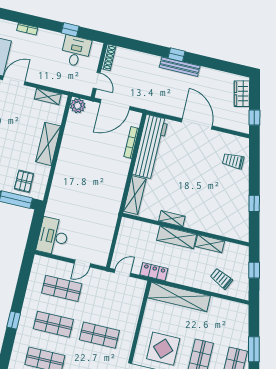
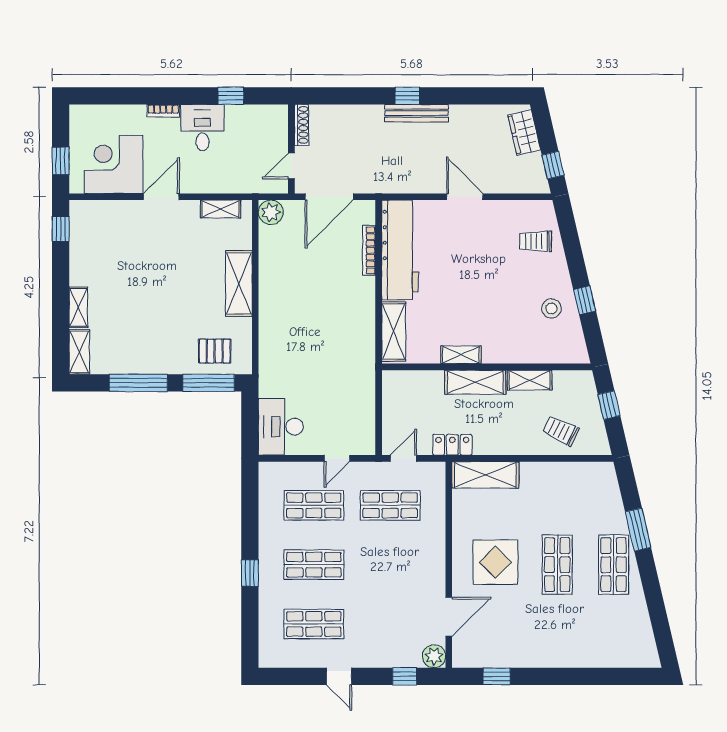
desk: (76, 51) -> (202, 127), moved
door: (97, 81) -> (291, 166), swing flipped
door: (197, 124) -> (465, 197), width x0.73
pallet: (24, 181) -> (215, 351), turned 90
stool: (233, 204) -> (551, 308), added
shelving: (179, 297) -> (485, 475), width x0.68
shop shelf: (99, 335) -> (390, 505), moved

